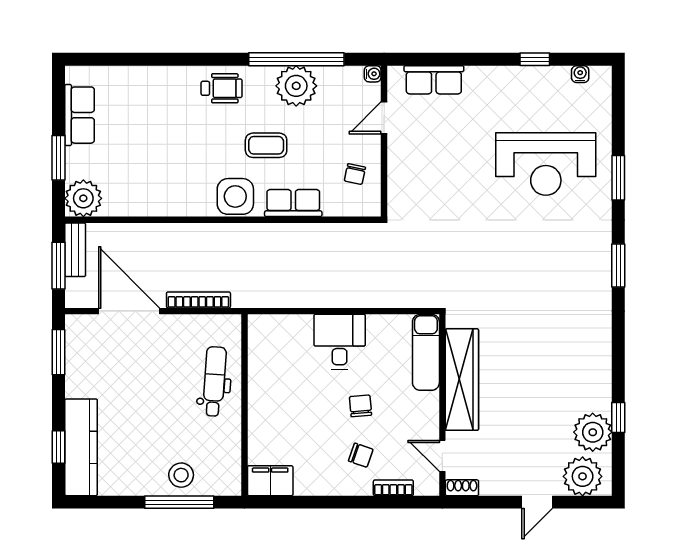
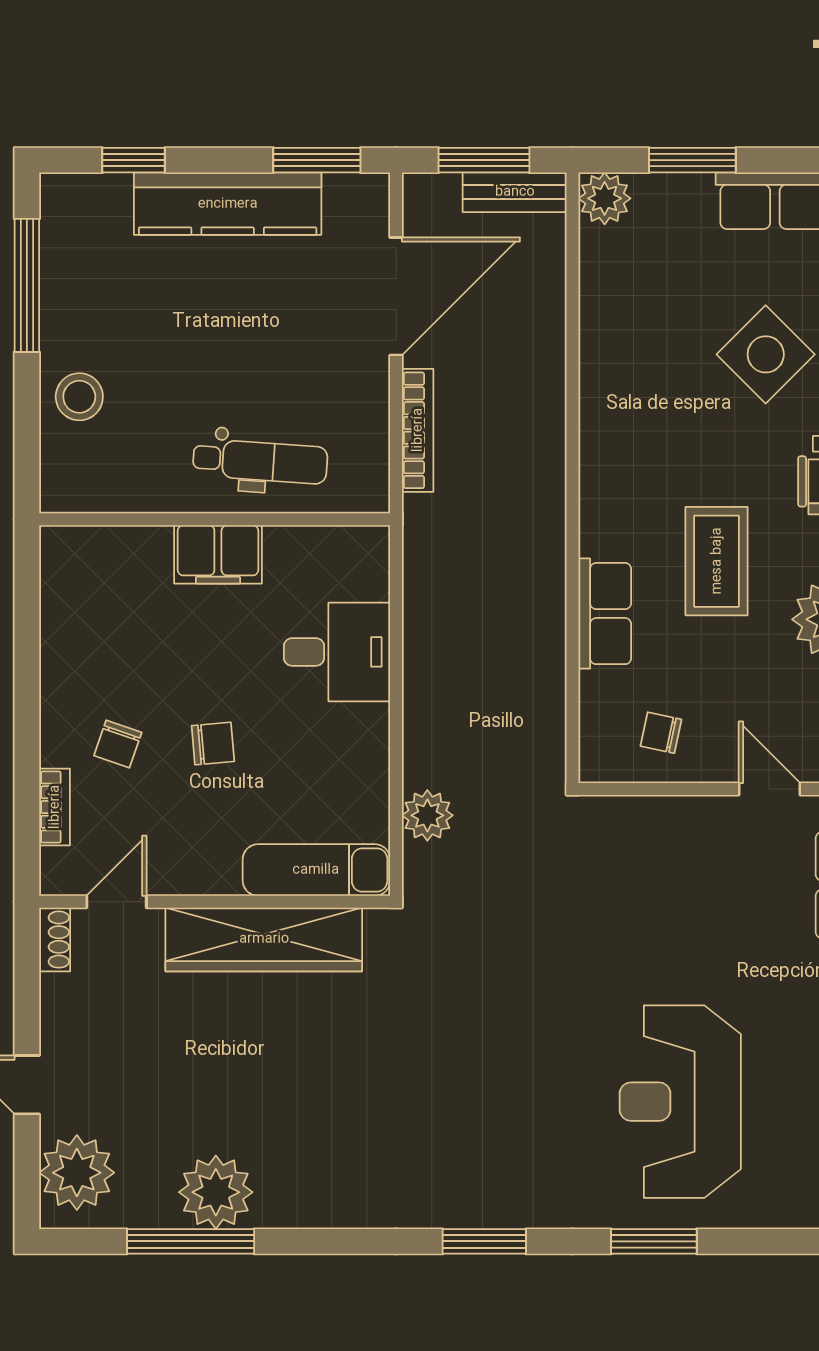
coffee table: (266, 145) -> (717, 561), width x1.36, depth x1.30
side table: (235, 196) -> (766, 354), moved, turned 45
plant: (83, 198) -> (605, 198), width x0.73, depth x0.73
plant: (398, 295) -> (427, 815), added
desk: (340, 342) -> (337, 652), moved
window: (618, 417) -> (191, 1241), width x2.17
plant: (593, 432) -> (216, 1192), moved
kitchen counter: (81, 447) -> (228, 204), moved
filing cabinet: (270, 481) -> (218, 554), moved, turned 90
window: (179, 502) -> (27, 285), moved

